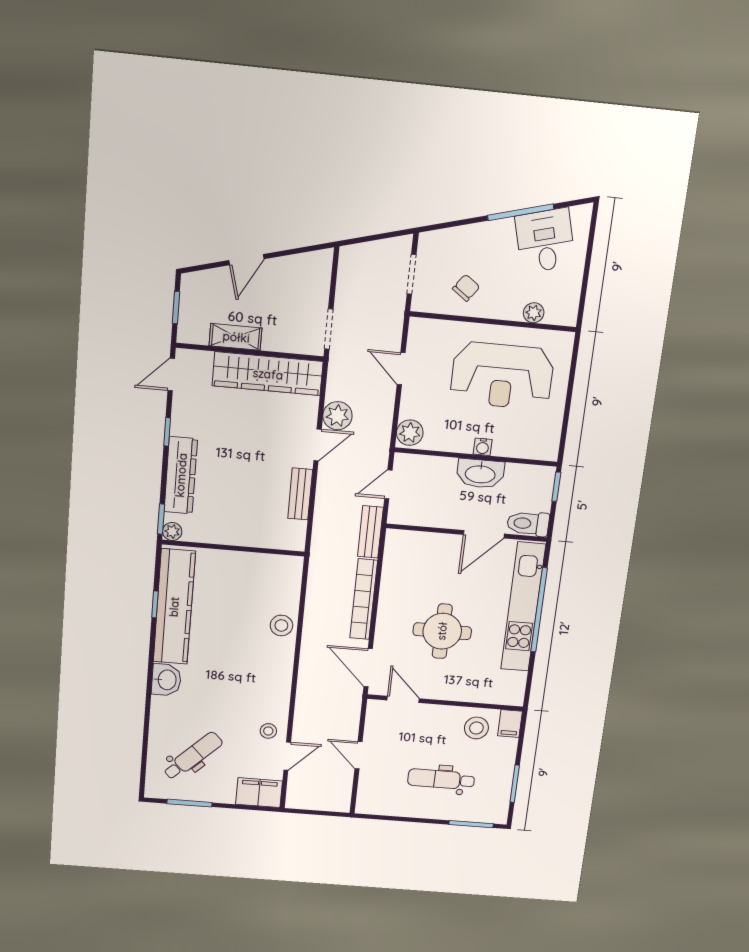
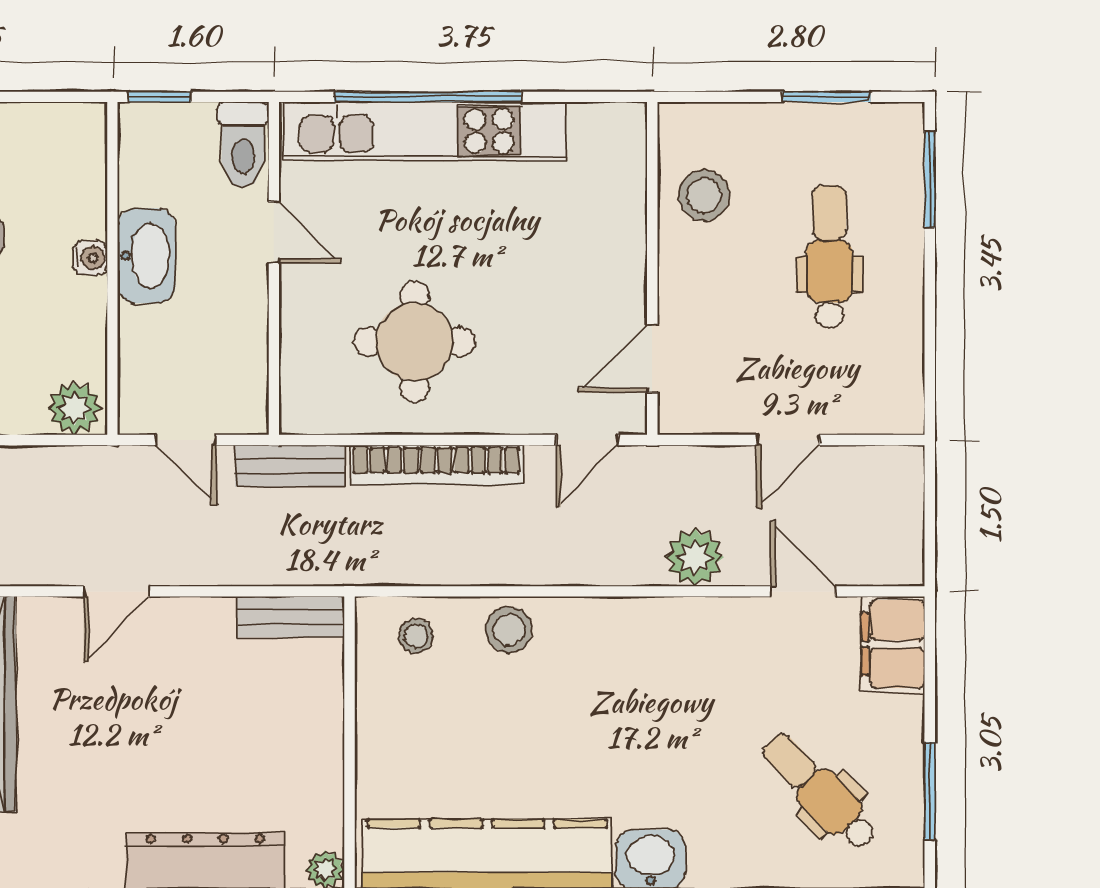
plant: (337, 416) -> (695, 557), moved
door: (318, 445) -> (117, 591), swing flipped
bench: (300, 494) -> (291, 617), moved
door: (484, 534) -> (274, 232), width x0.73
round table: (442, 631) -> (414, 342), moved
door: (368, 668) -> (587, 440), width x0.73
filing cabinet: (510, 724) -> (688, 125), removed
stool: (268, 731) -> (416, 636), moved
dental chair: (441, 779) -> (829, 257), turned 180

